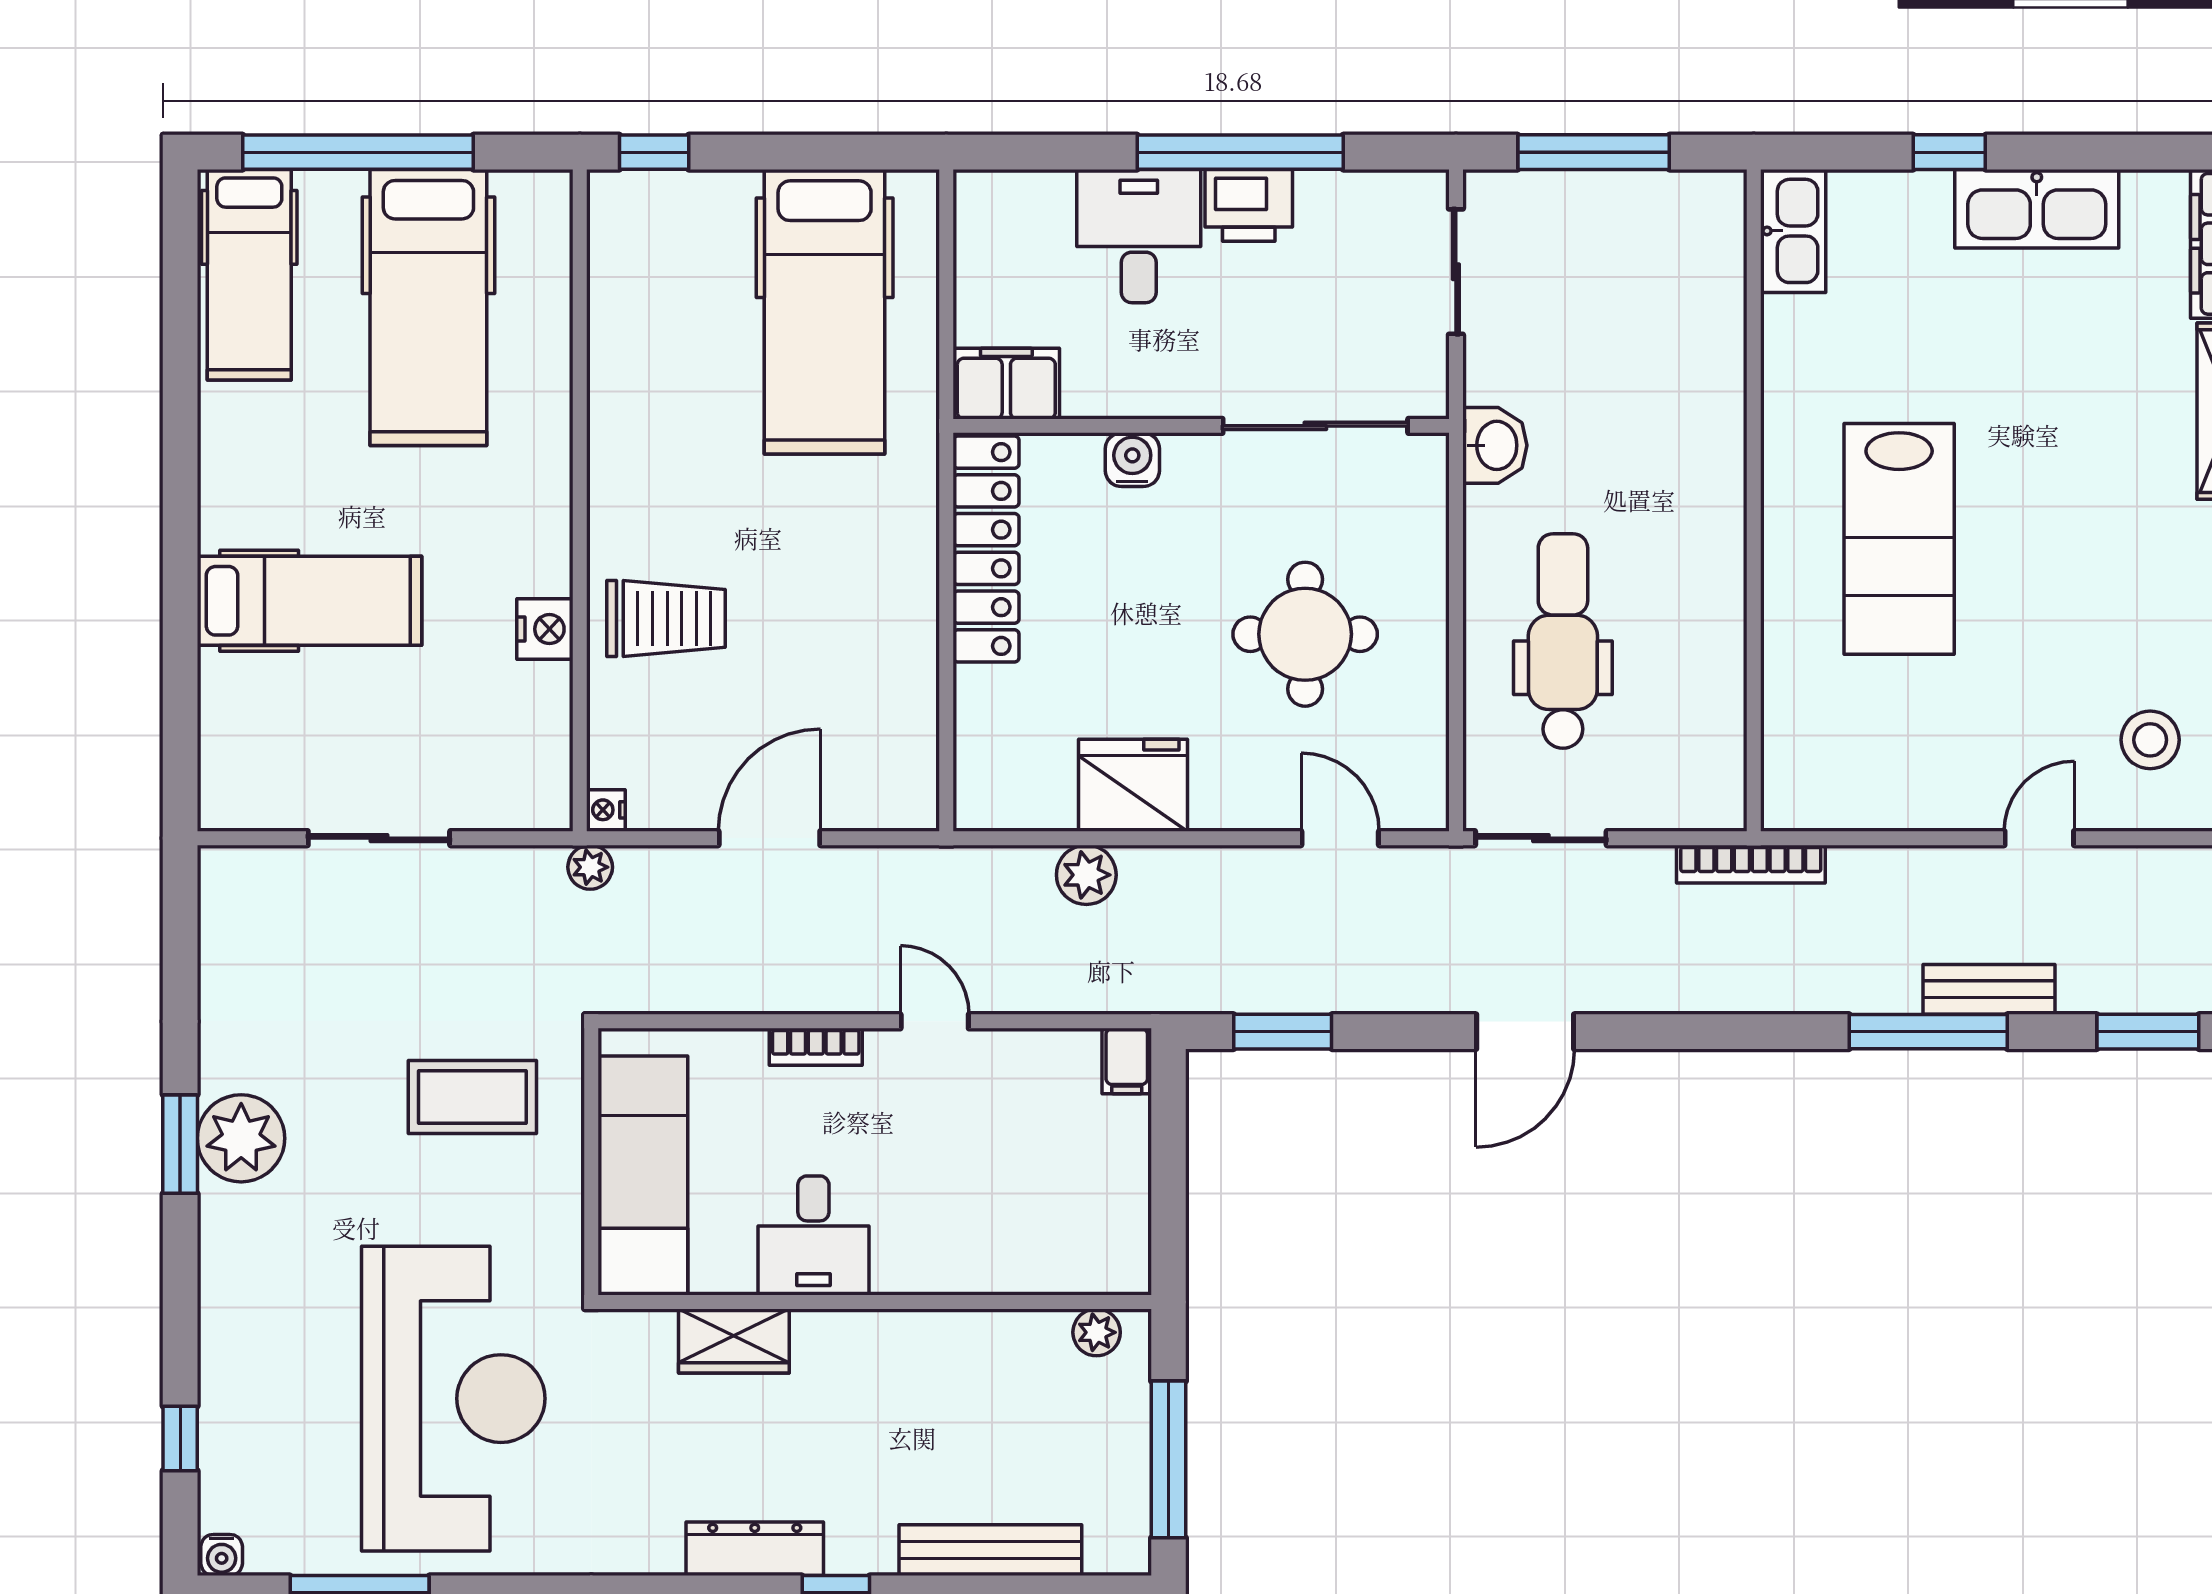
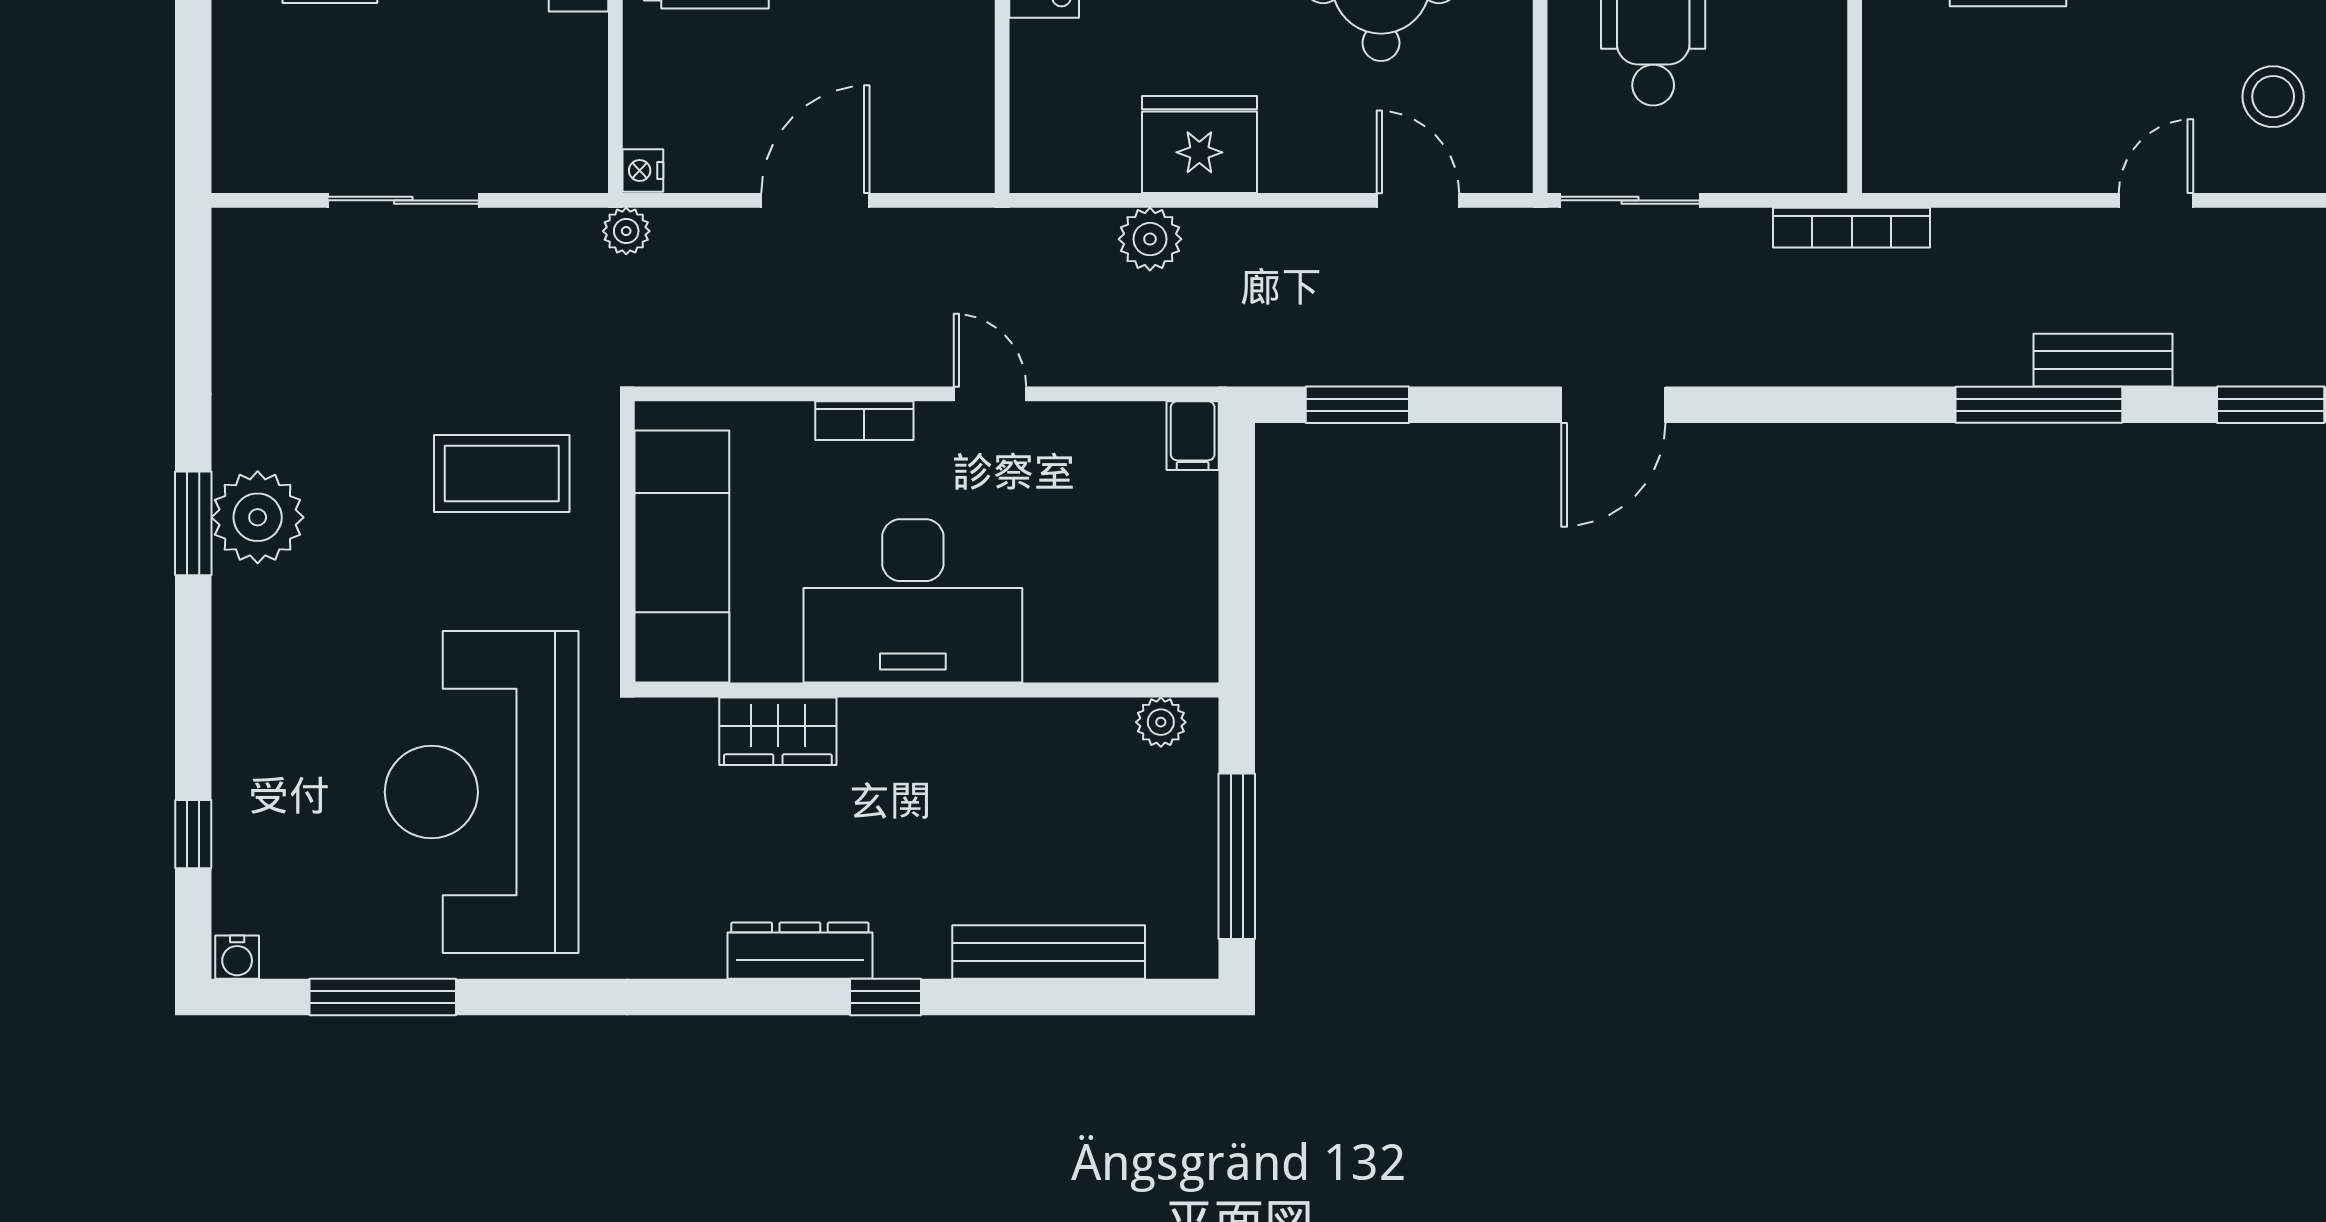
desk: (813, 1235) -> (913, 601), width x1.87, depth x1.30
reception desk: (453, 1399) -> (482, 792), turned 180

